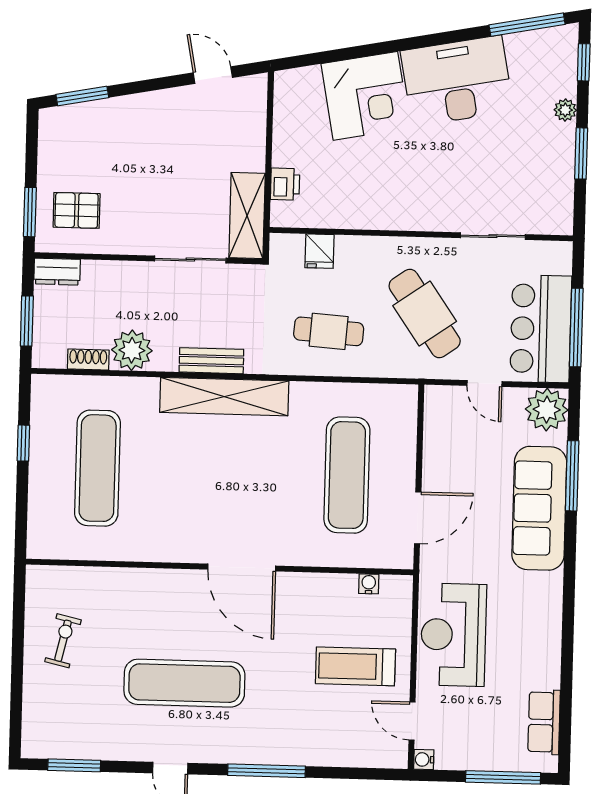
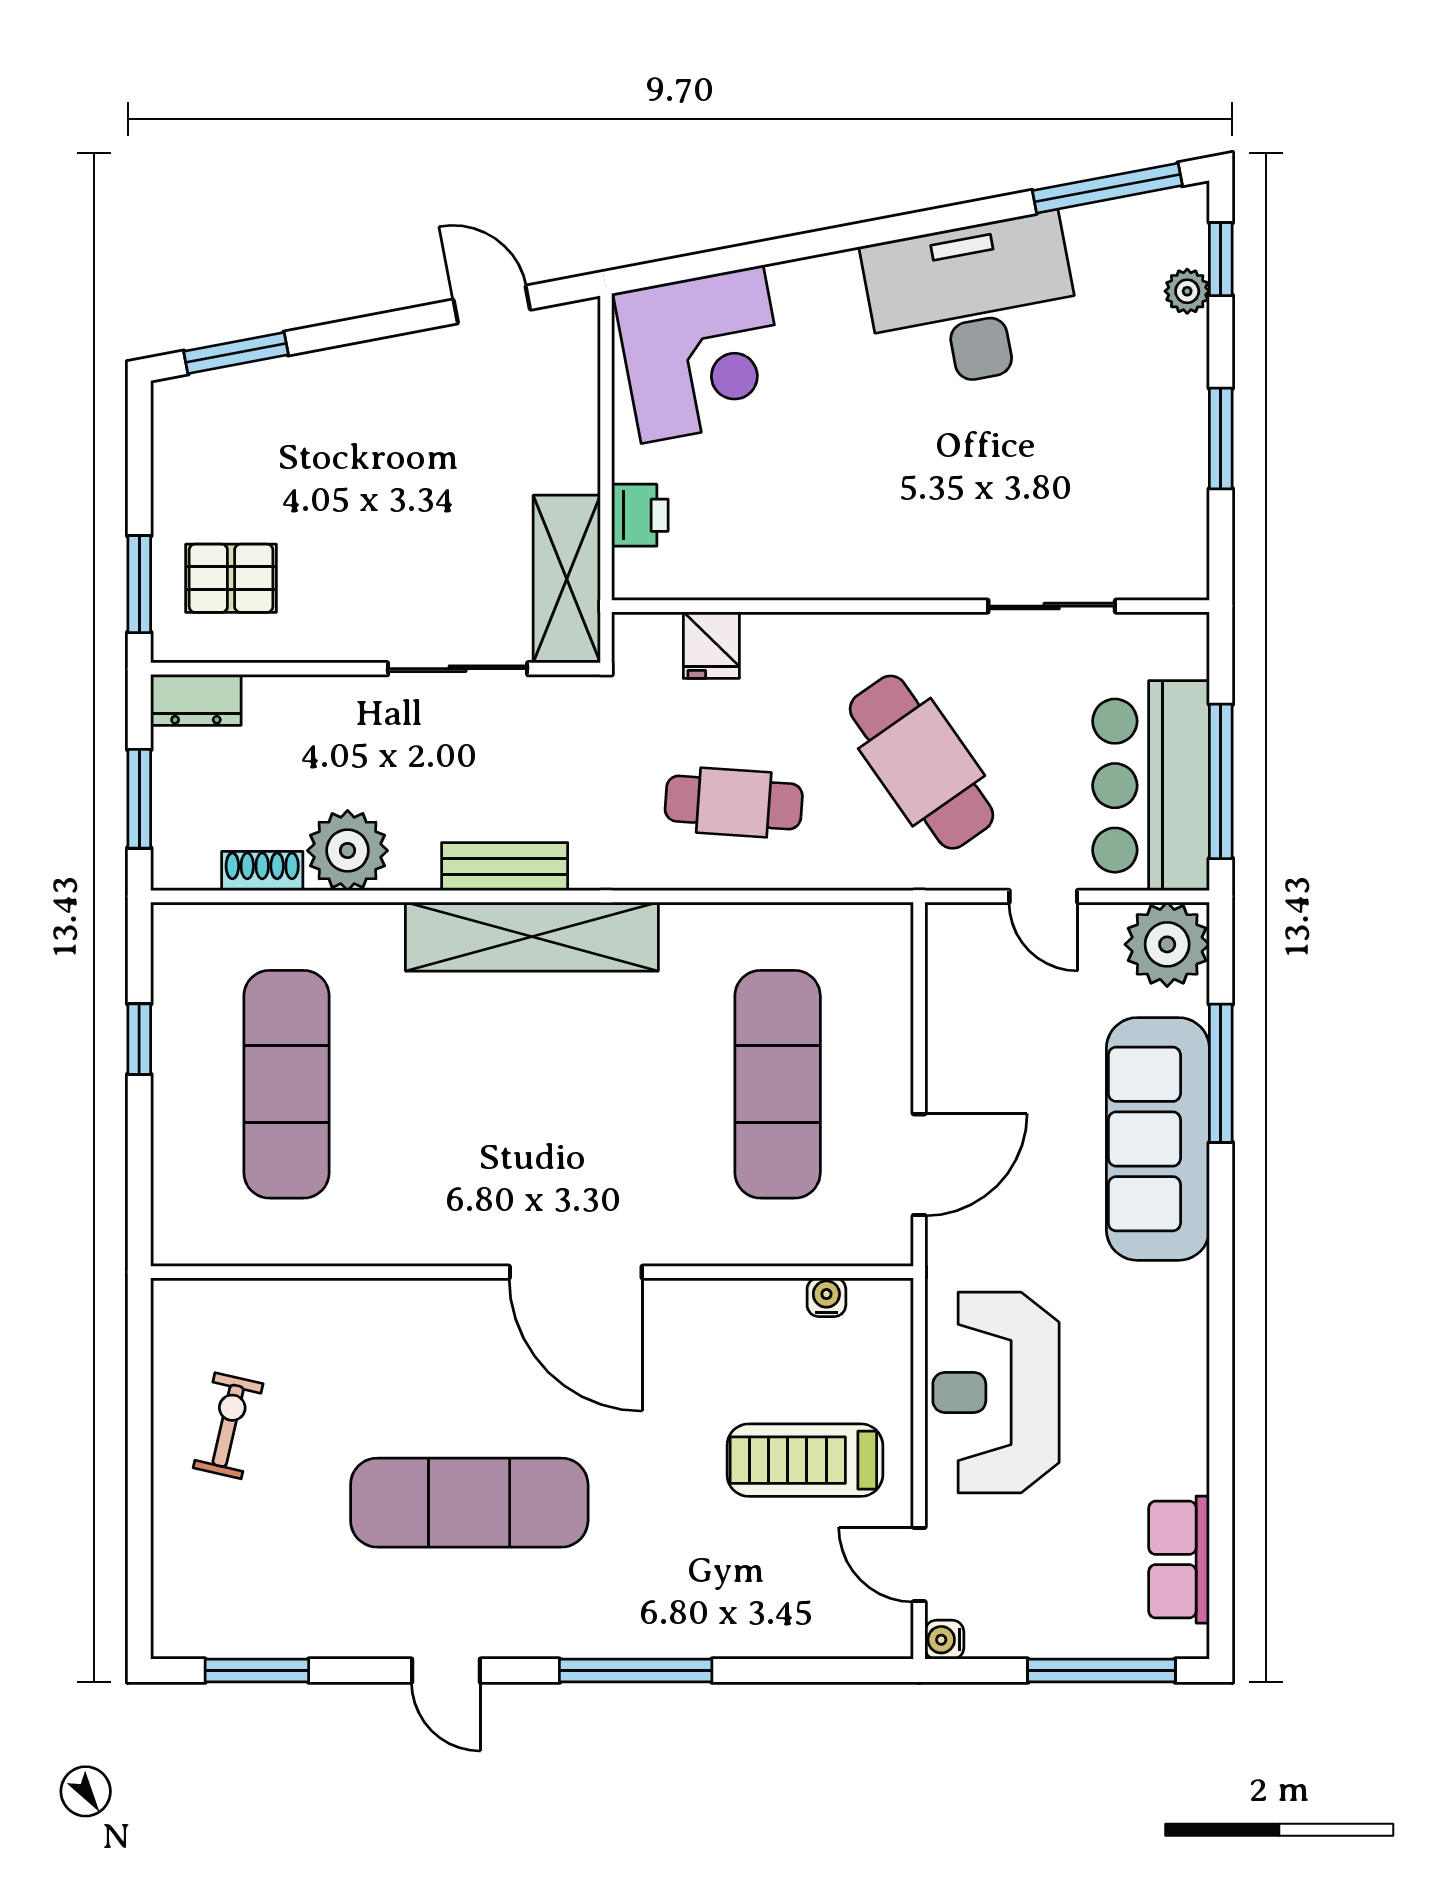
corner desk: (365, 96) -> (702, 354), moved
plant: (565, 110) -> (1187, 291), moved

